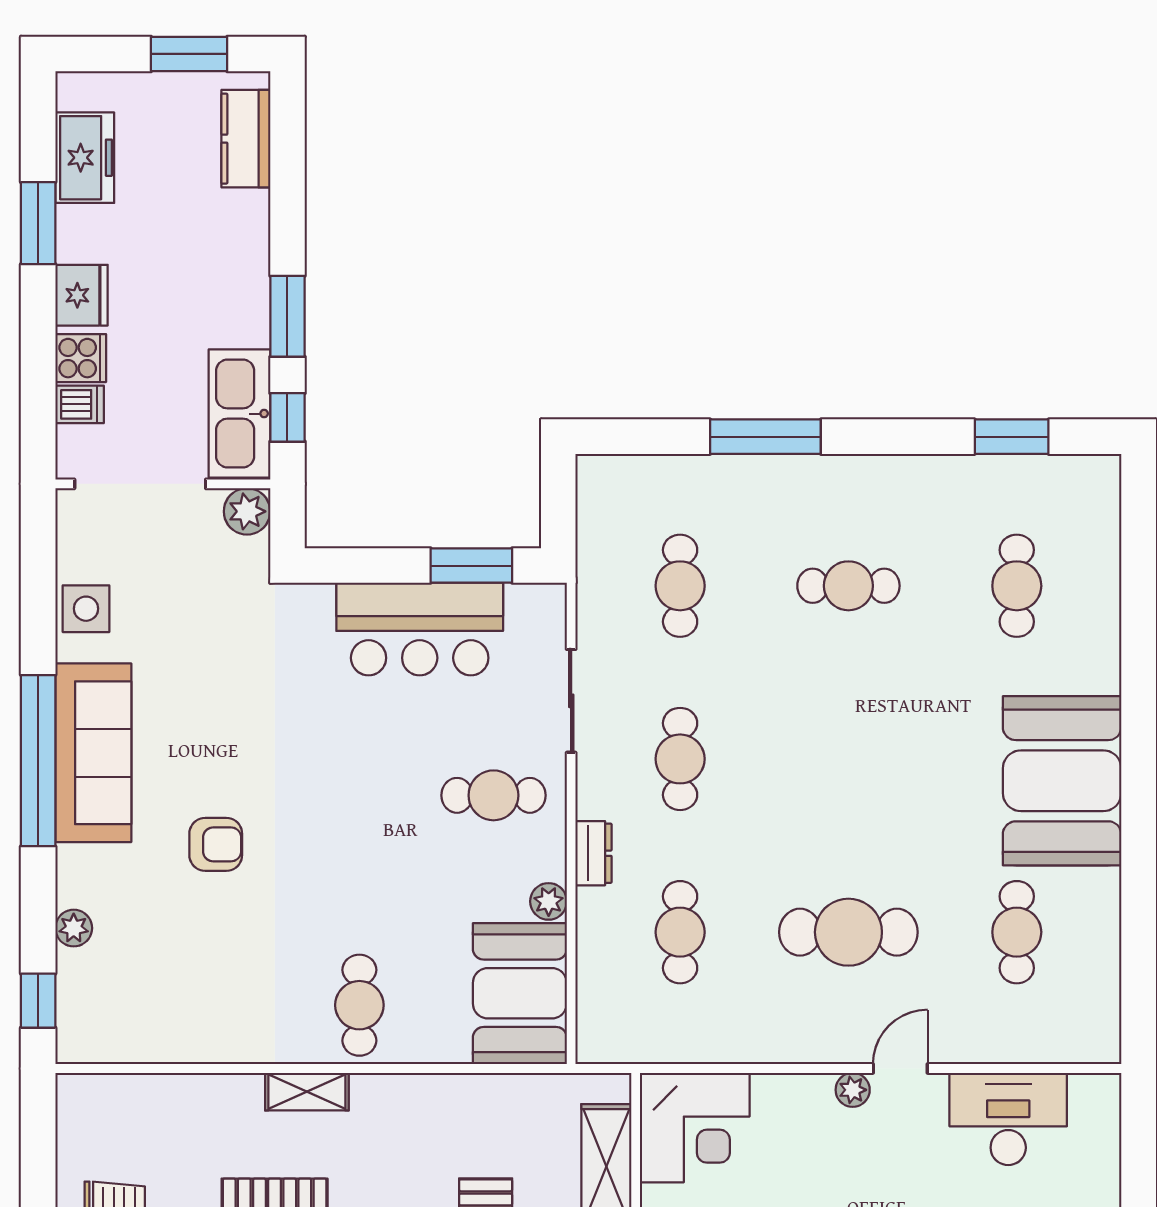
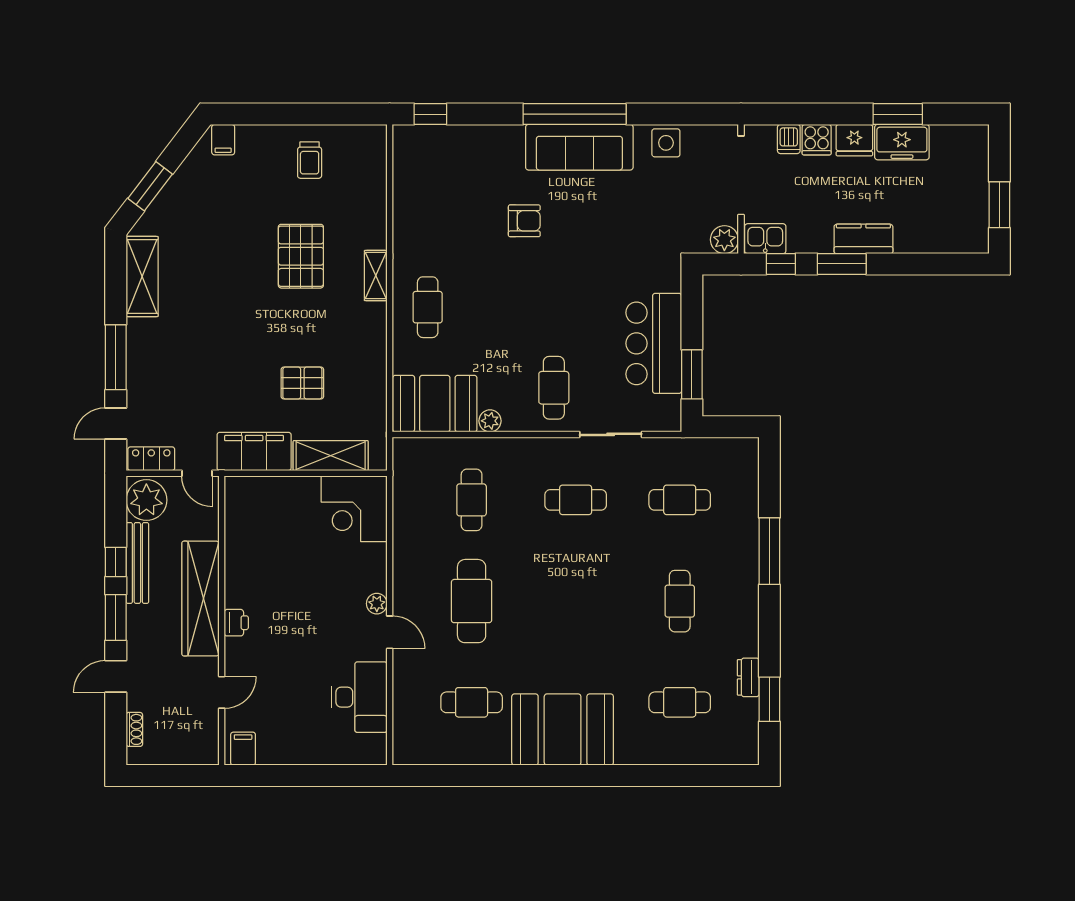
kitchen counter: (246, 139) -> (863, 239), moved
freezer: (85, 158) -> (902, 142), moved
kitchen sink: (239, 414) -> (765, 239), width x0.53, depth x0.81
armchair: (216, 844) -> (524, 221), turned -90
dresser: (594, 853) -> (748, 677), moved, turned 90
plant: (74, 928) -> (474, 135), removed
cafe table: (680, 932) -> (472, 500), turned 90
cafe table: (359, 1005) -> (428, 307), turned 90

